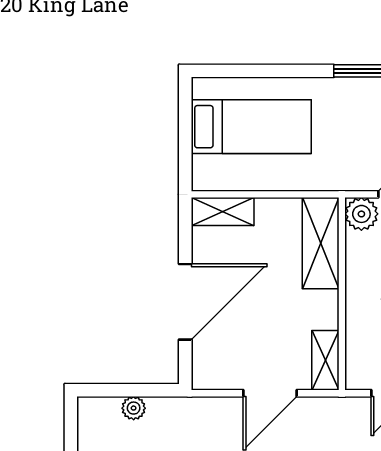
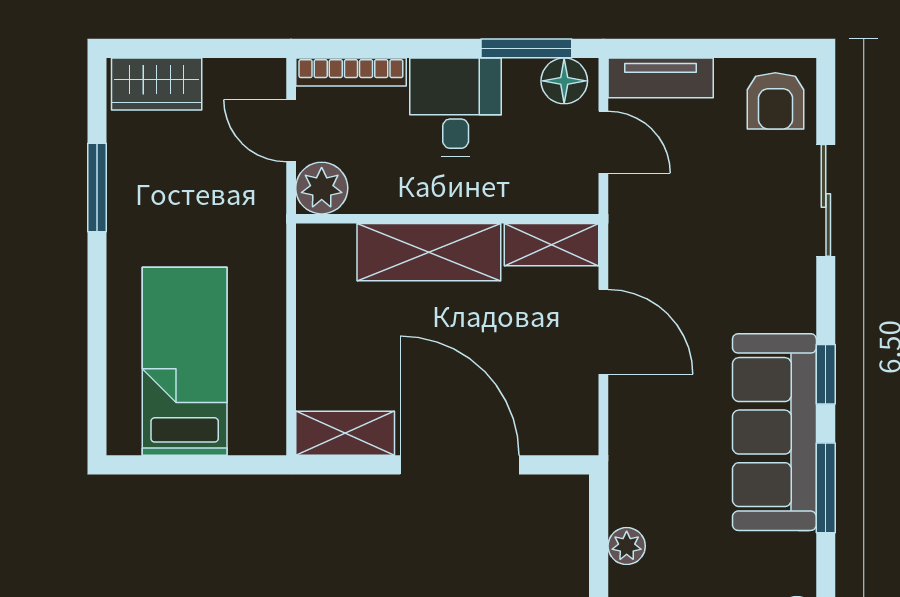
shelving: (223, 212) -> (345, 433), moved, turned 90
shelving: (321, 243) -> (429, 252), moved

